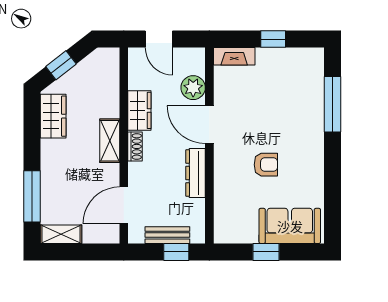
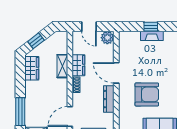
fireplace: (234, 56) -> (152, 36), moved
plant: (193, 88) -> (107, 38), moved
shelving: (110, 141) -> (62, 66), moved
armchair: (266, 165) -> (147, 94), width x1.88, depth x1.88

